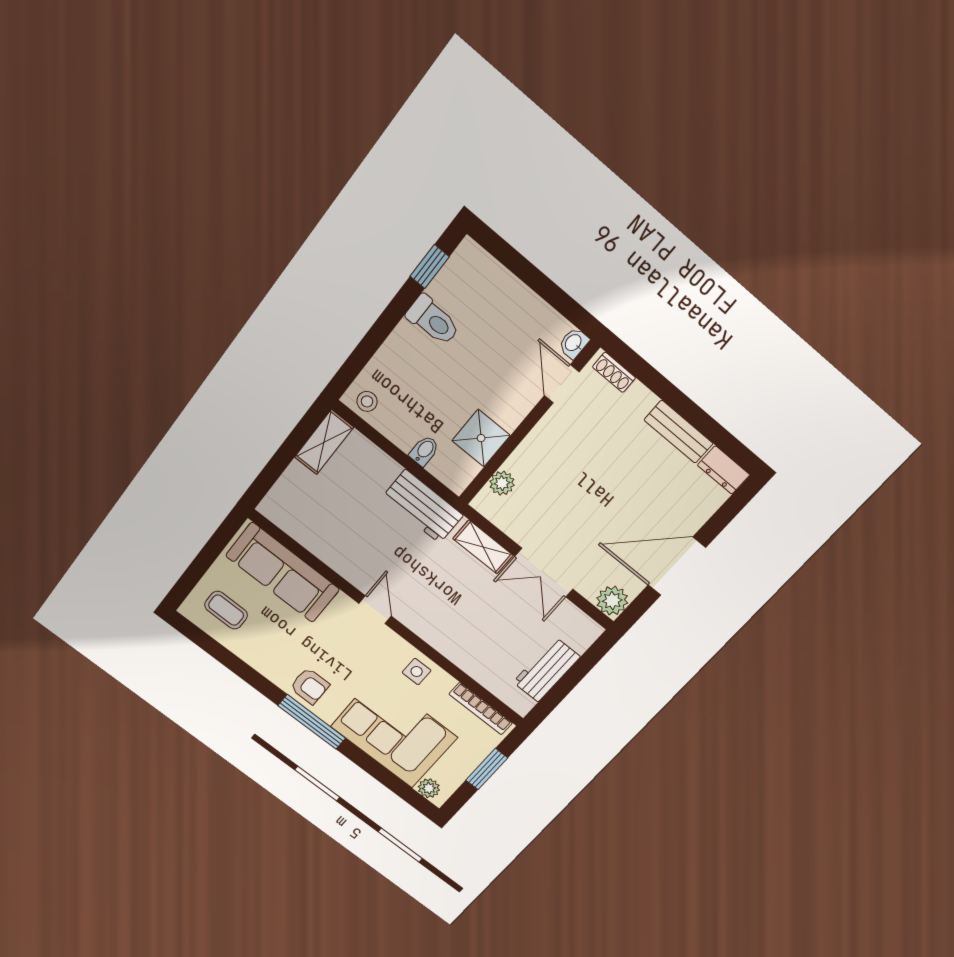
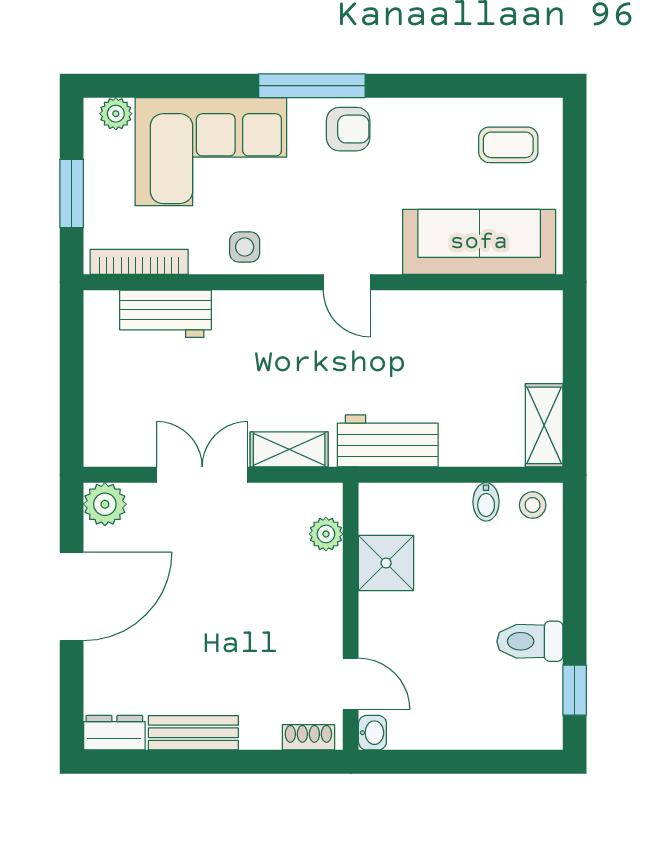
bidet: (424, 451) -> (486, 502), moved
workbench: (546, 670) -> (165, 314), moved, turned 90
armchair: (310, 686) -> (348, 129), turned 180

